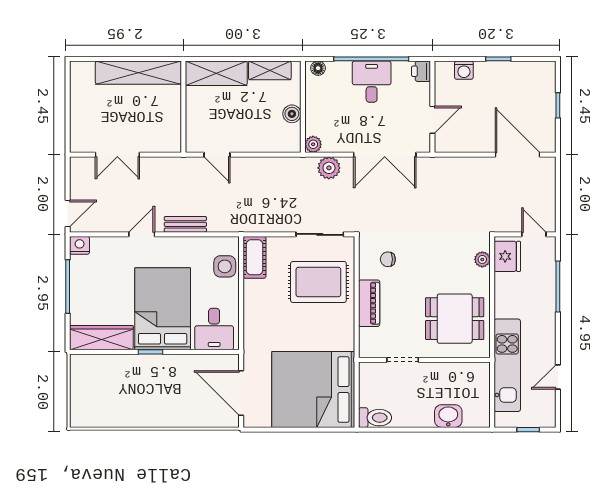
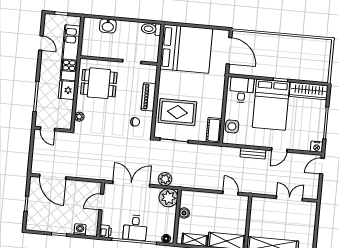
plant: (313, 144) -> (168, 198), width x1.88, depth x1.88
fridge: (507, 256) -> (67, 90), moved
door: (558, 377) -> (41, 43), hinge flipped

